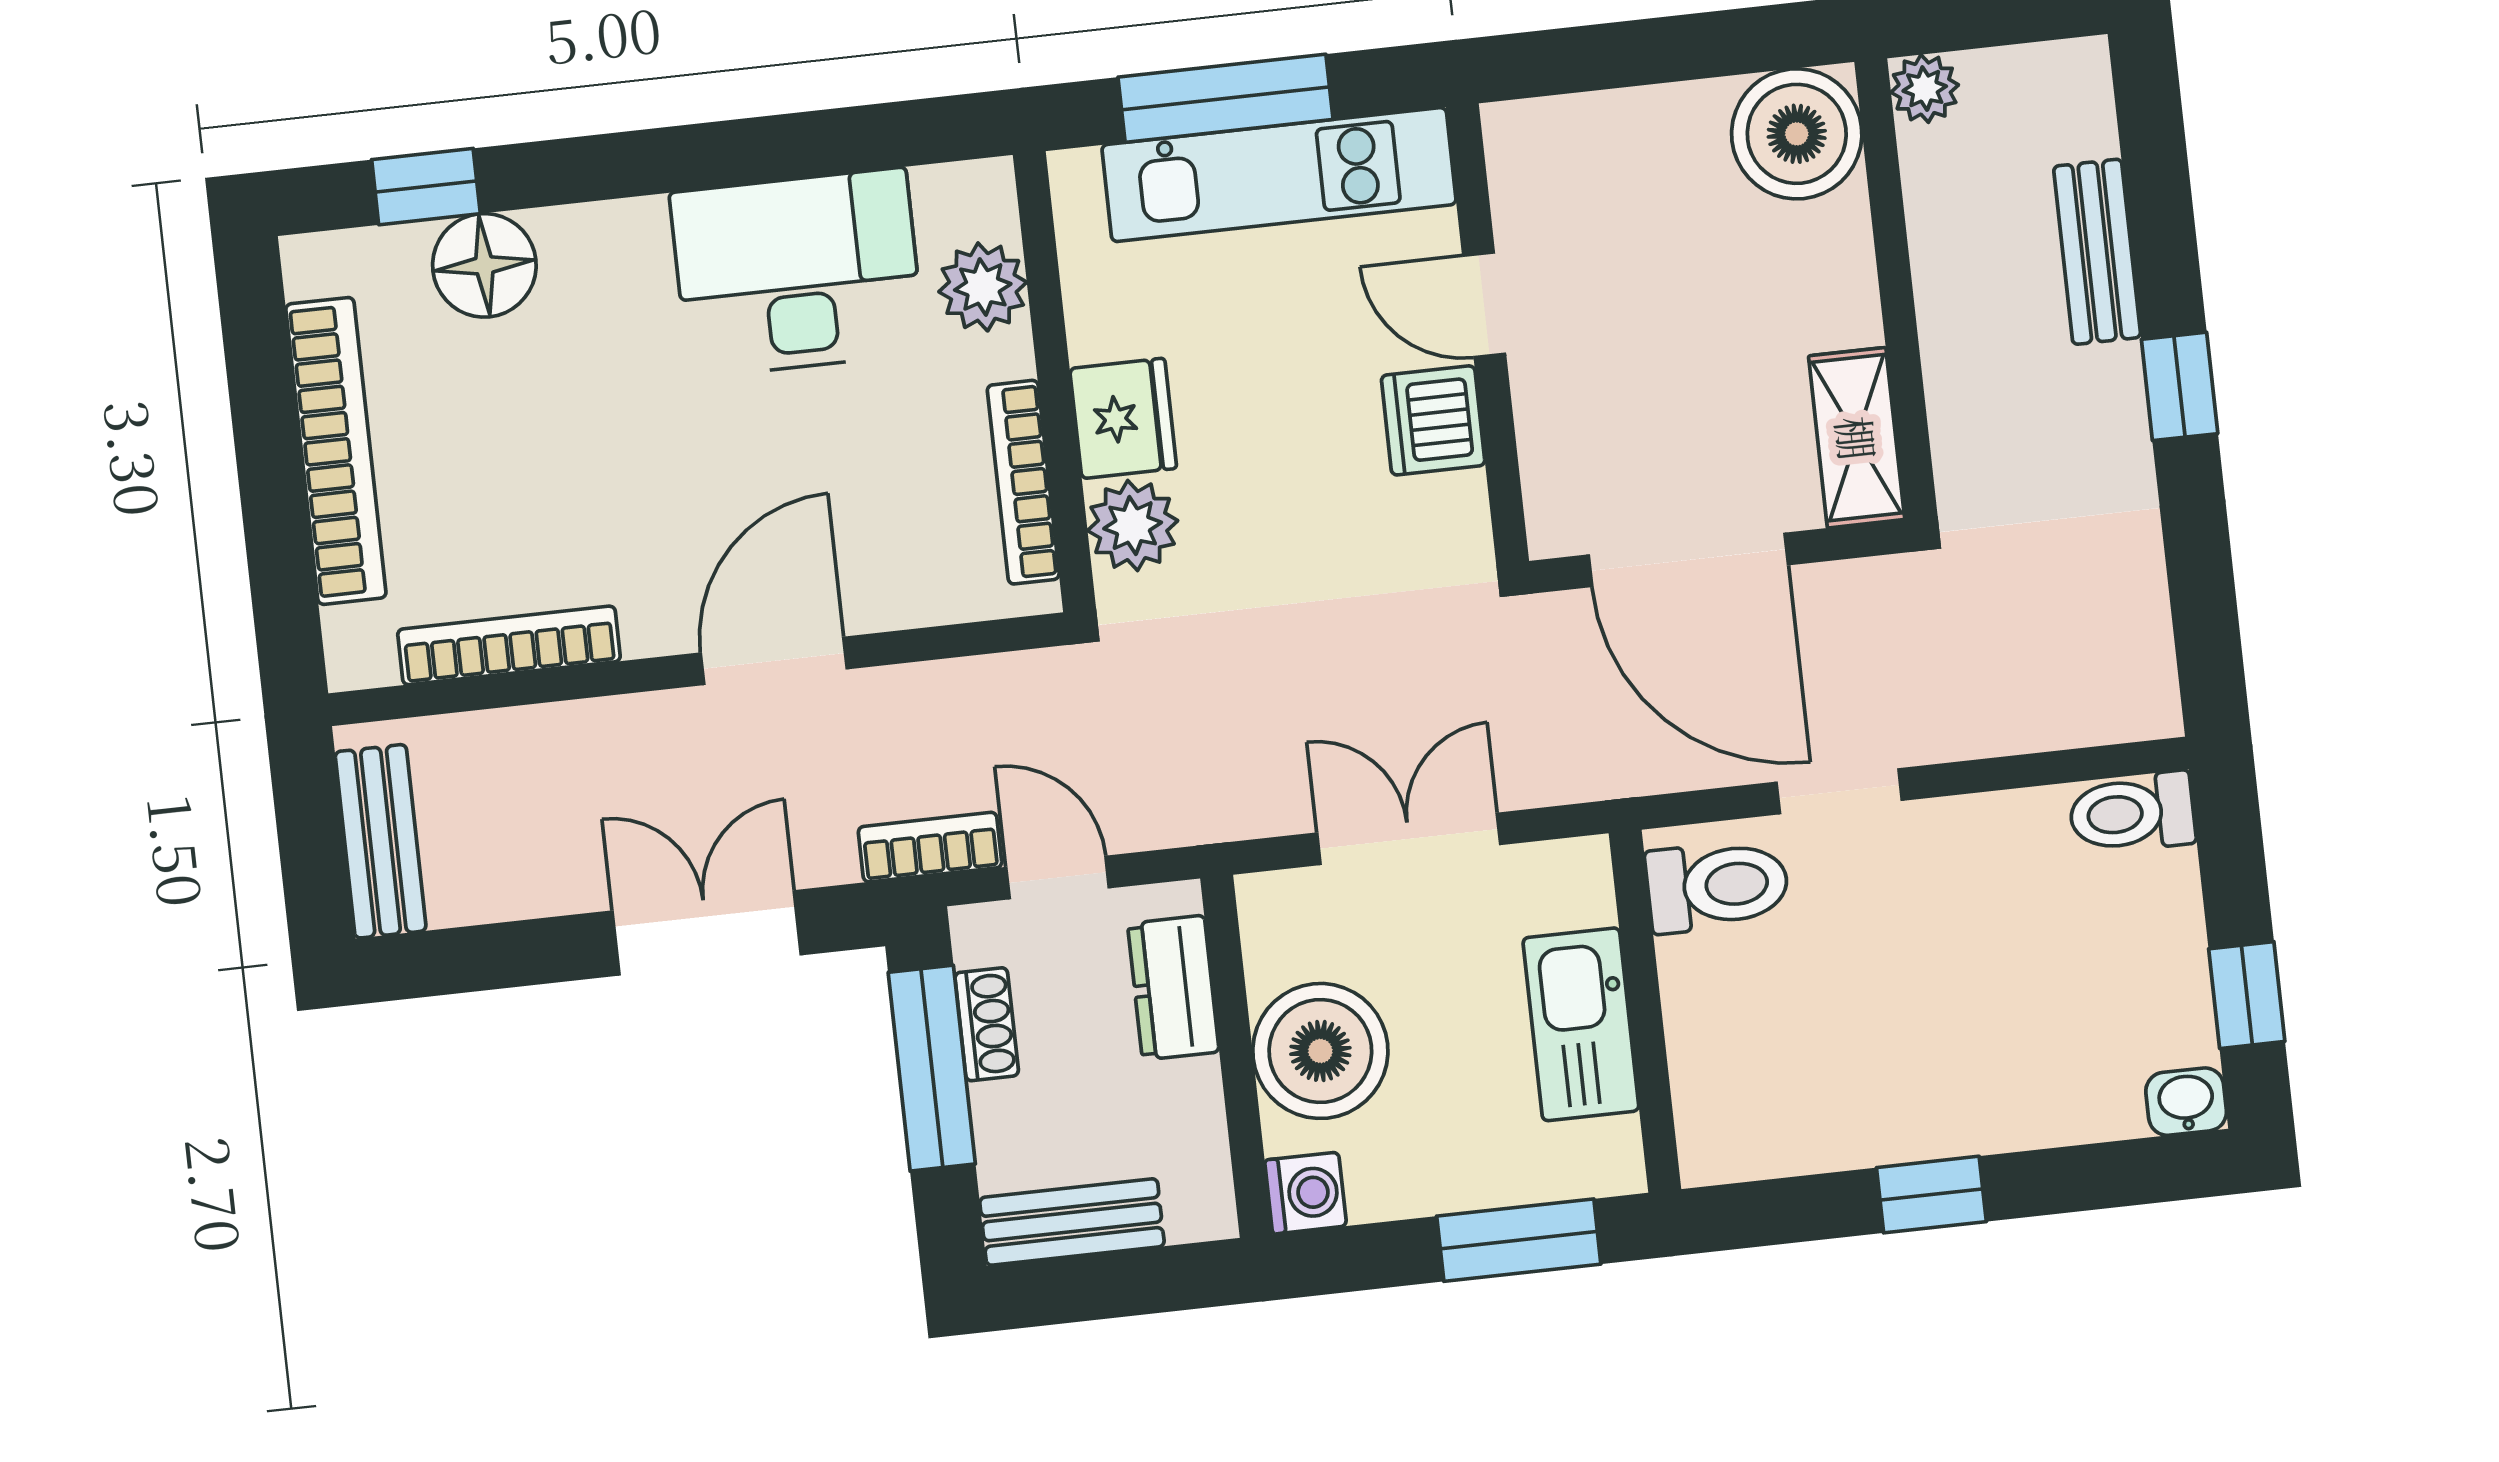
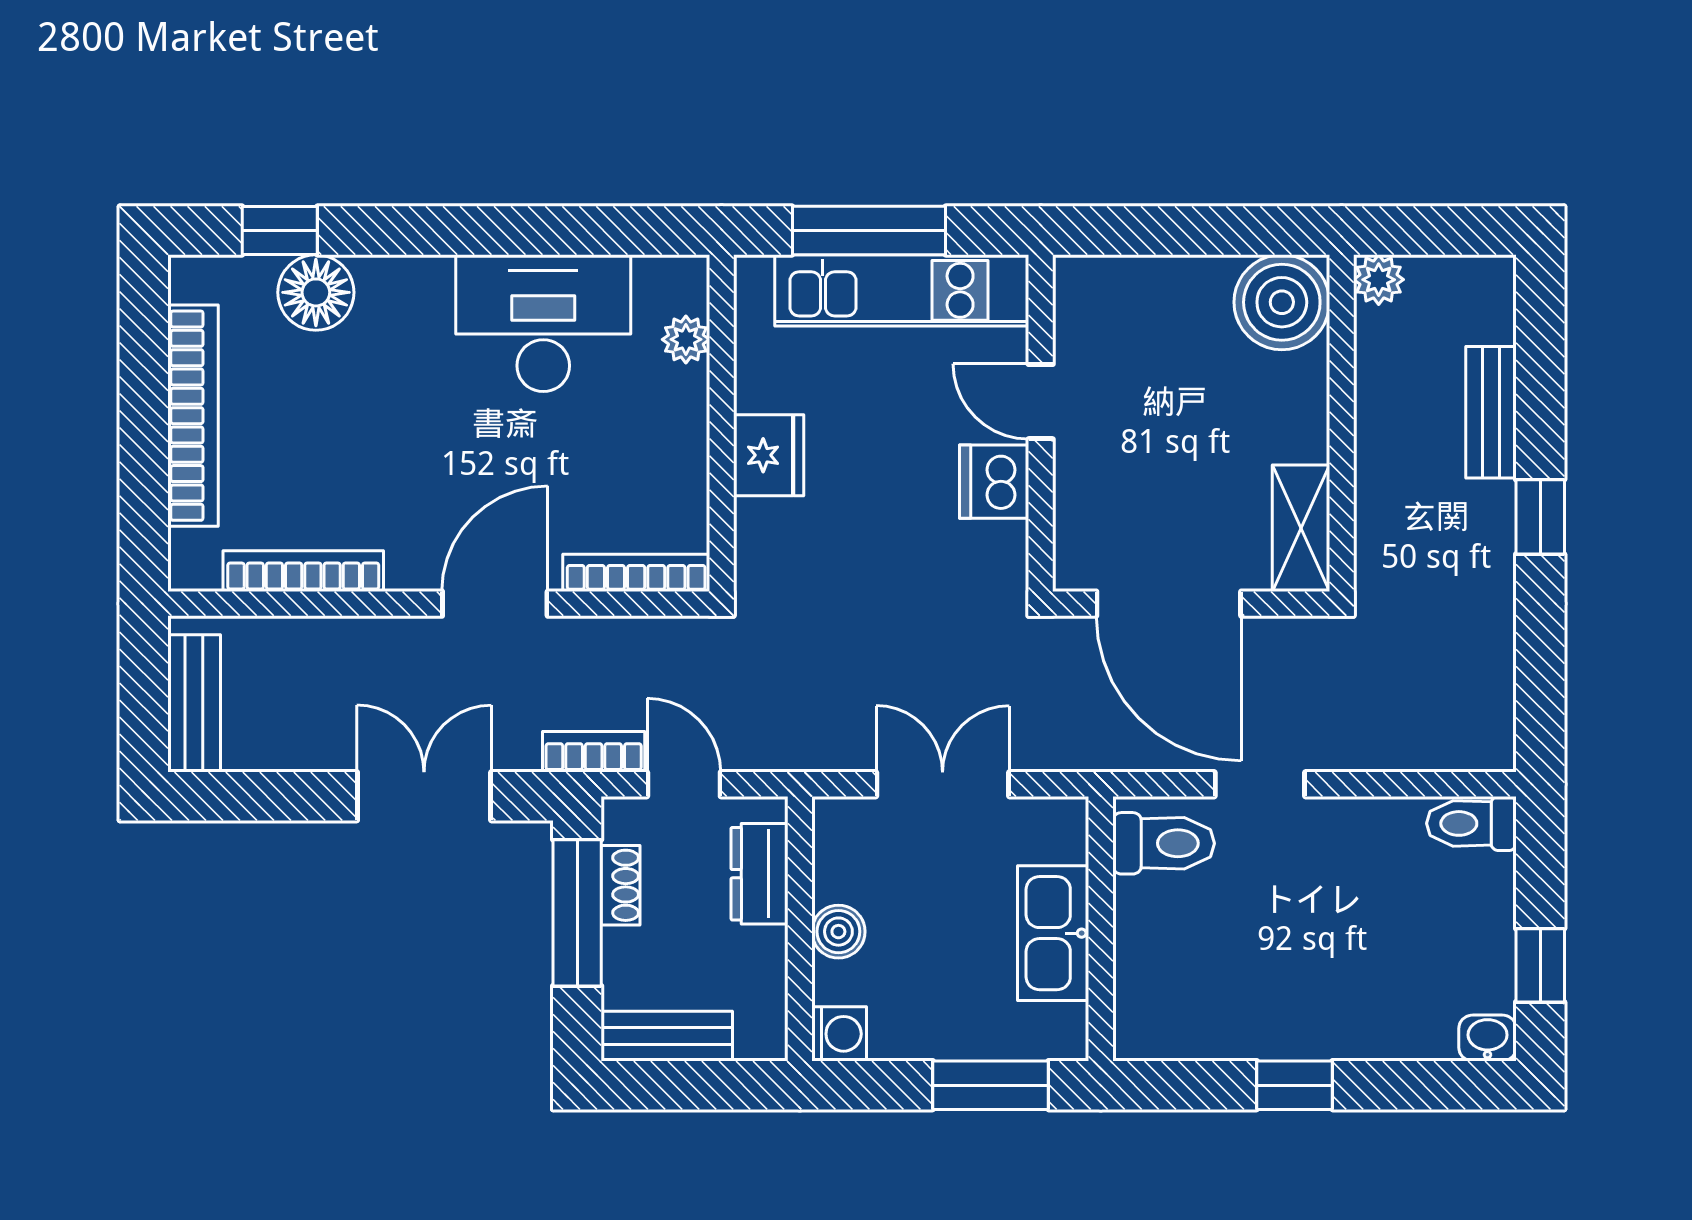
plant: (983, 287) -> (686, 339), width x0.73, depth x0.73
bookcase: (1023, 482) -> (636, 573), moved, turned 90
plant: (1133, 526) -> (767, 534), removed
boiler: (1320, 1051) -> (838, 932), width x0.54, depth x0.54

